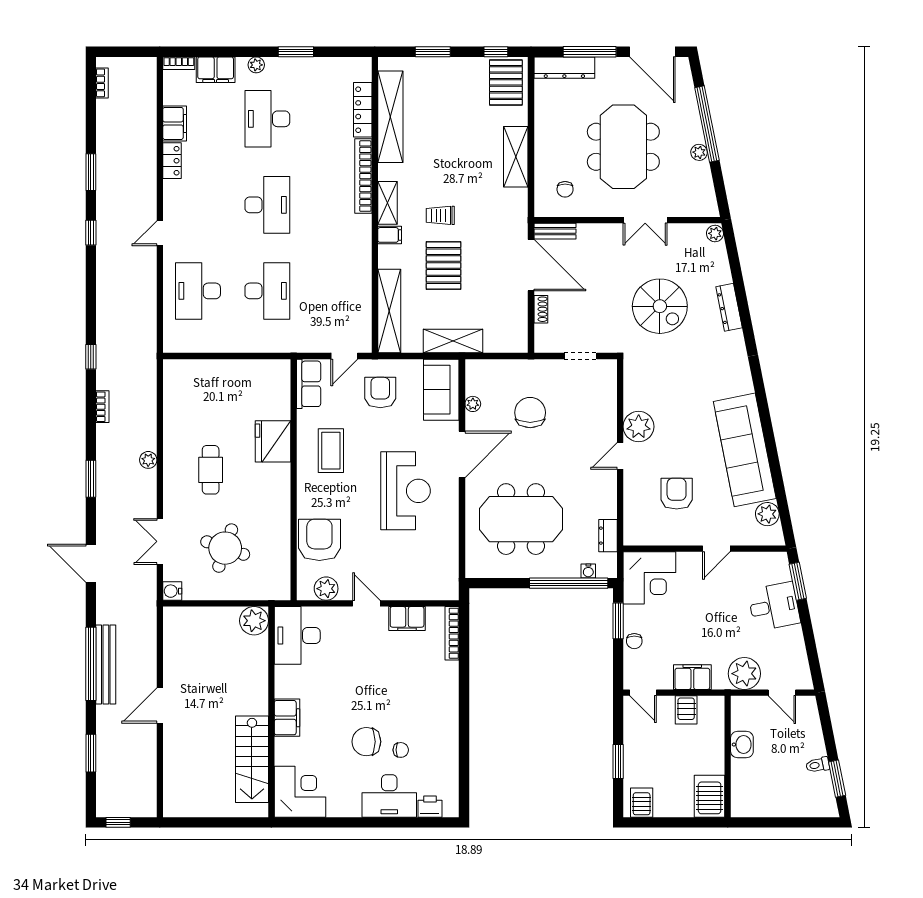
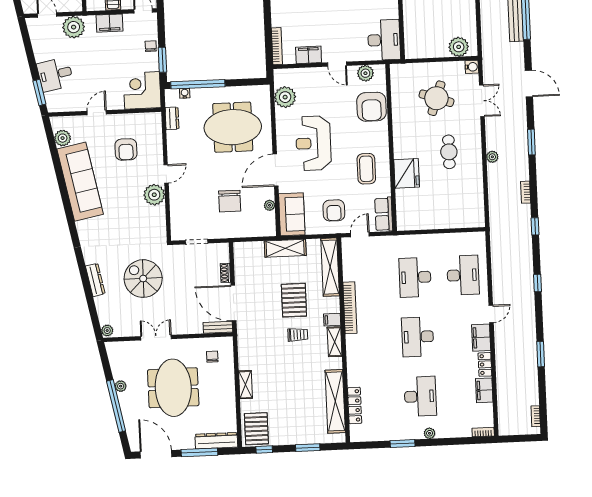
filing cabinet: (216, 70) -> (481, 338), moved, turned -90
shelving: (516, 157) -> (245, 385), width x0.67, depth x0.75
bookcase: (363, 176) -> (350, 308), moved
window: (91, 233) -> (538, 283), moved
plant: (444, 559) -> (285, 97), added
plant: (254, 621) -> (459, 47), moved

